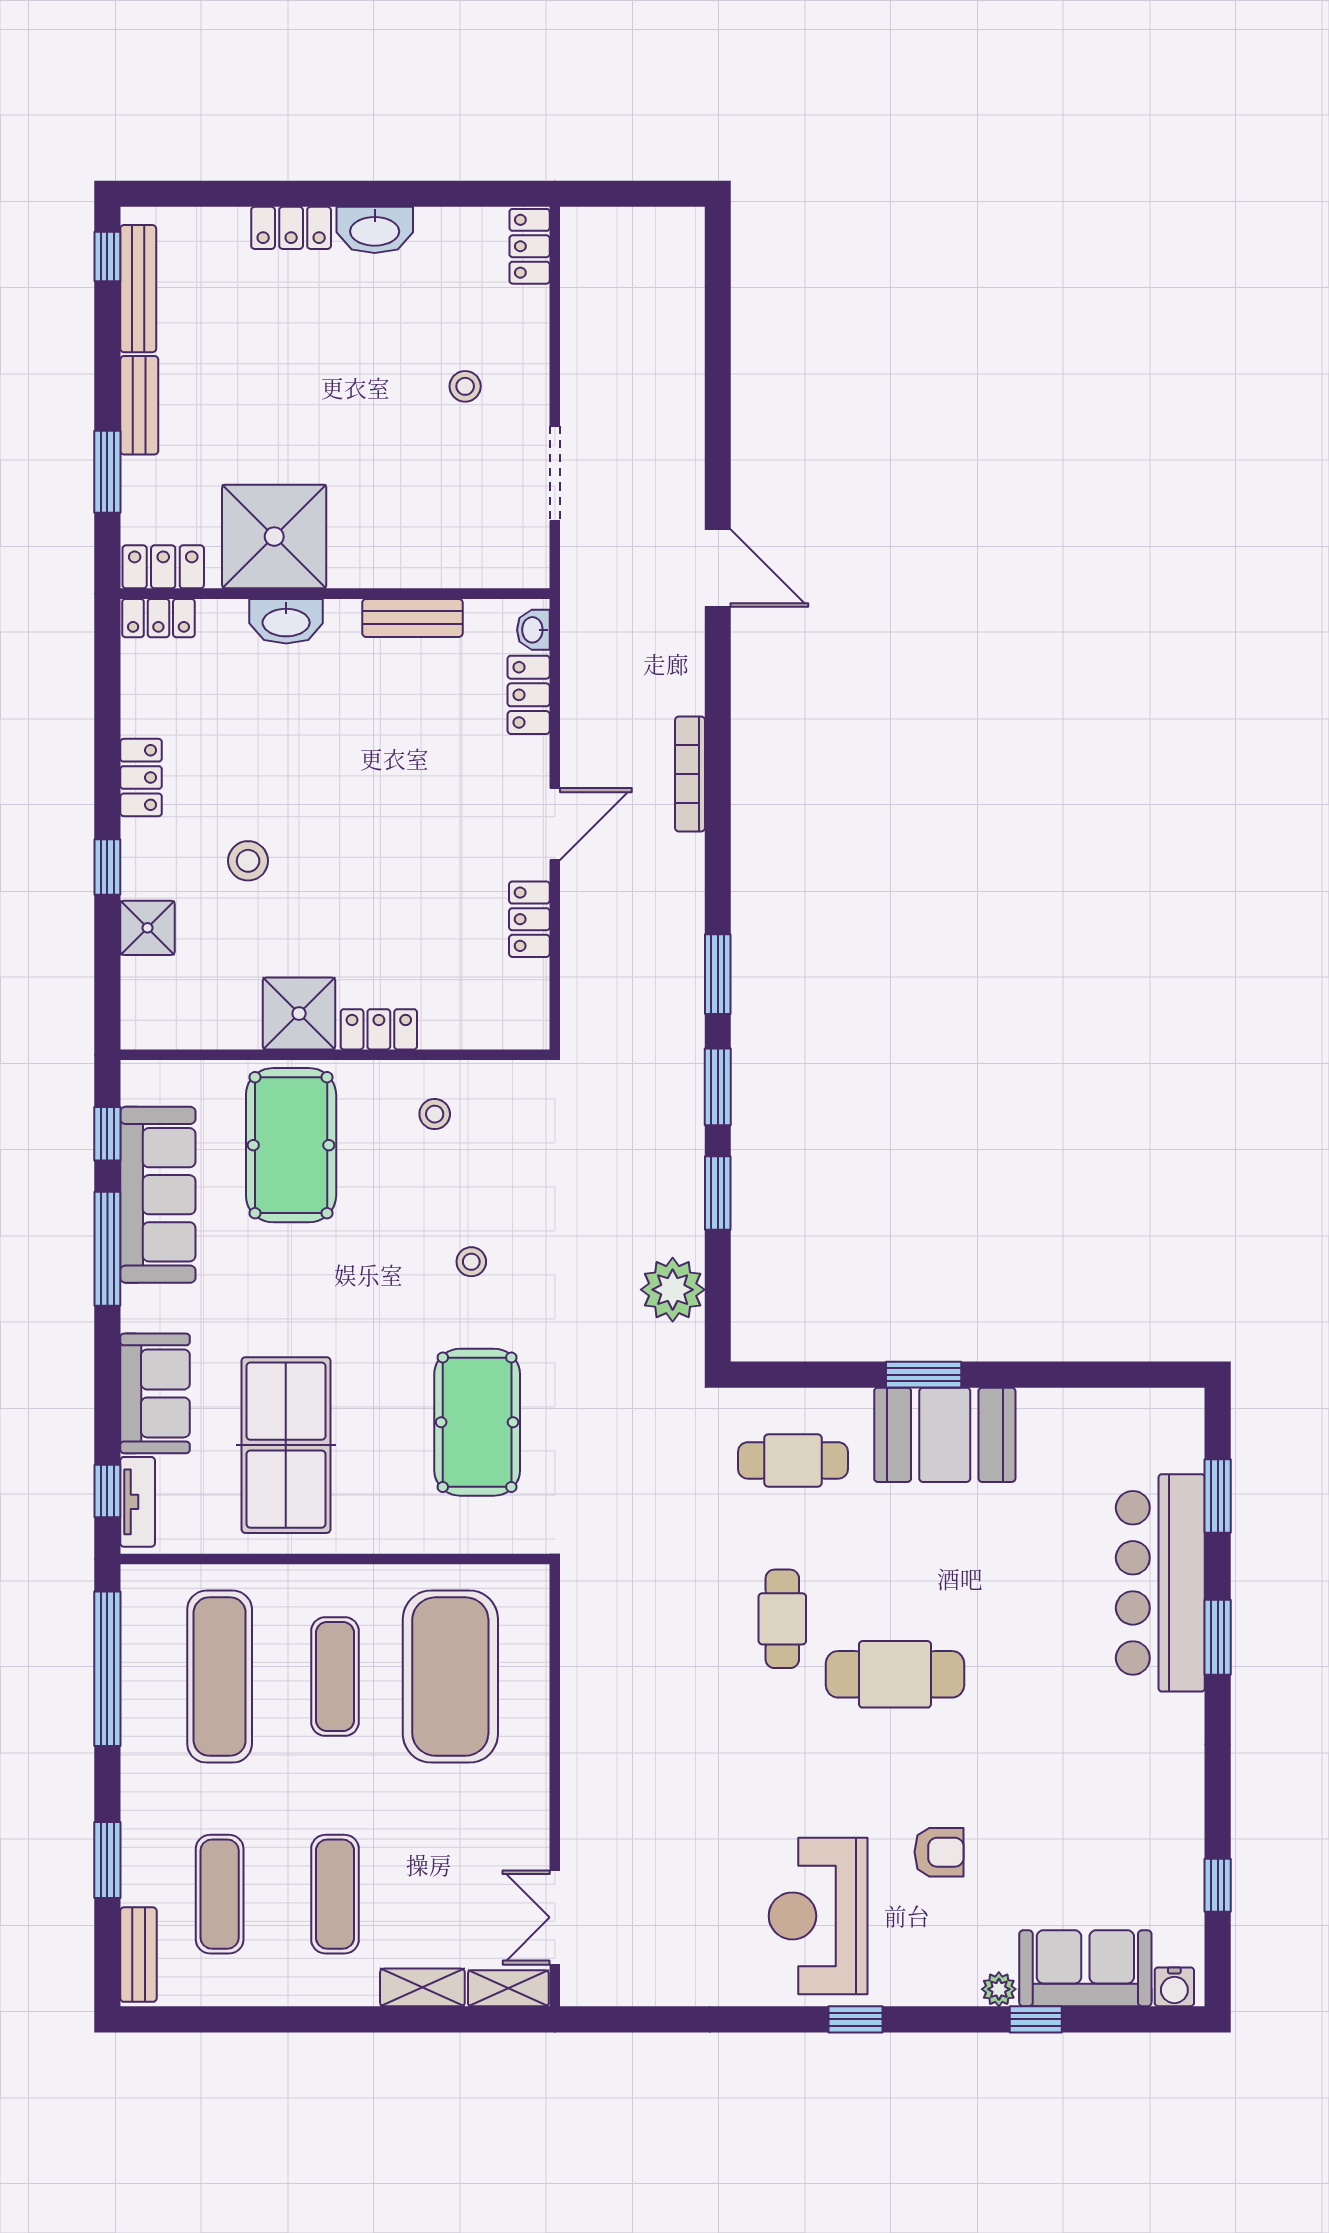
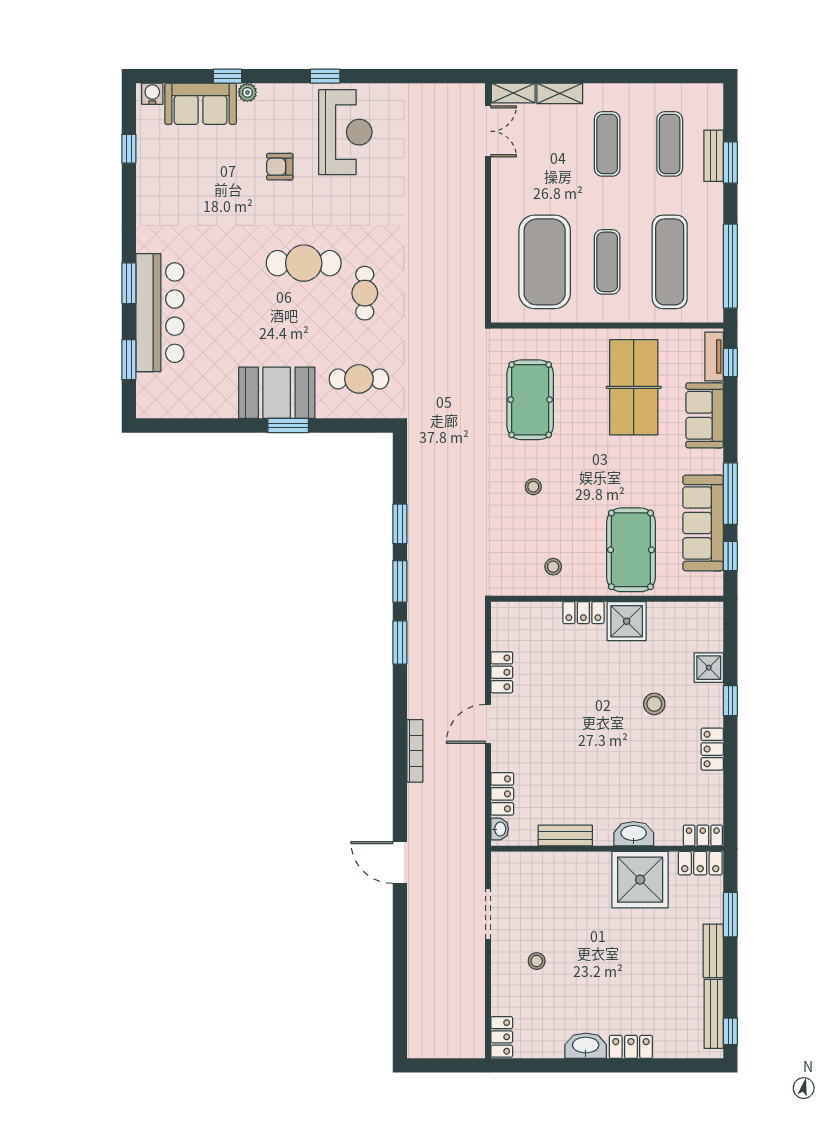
plant: (673, 1290) -> (424, 472), removed
bench: (138, 1955) -> (714, 156), moved

